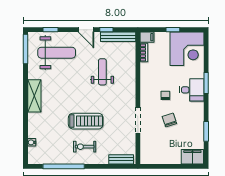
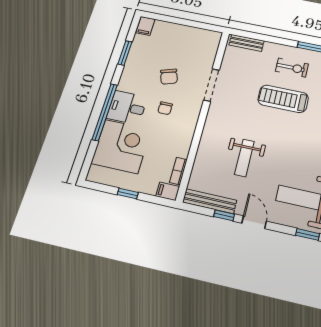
corner desk: (187, 49) -> (121, 146), moved, turned 90
window: (206, 83) -> (105, 112), width x2.11
filing cabinet: (192, 157) -> (145, 26), width x0.50

